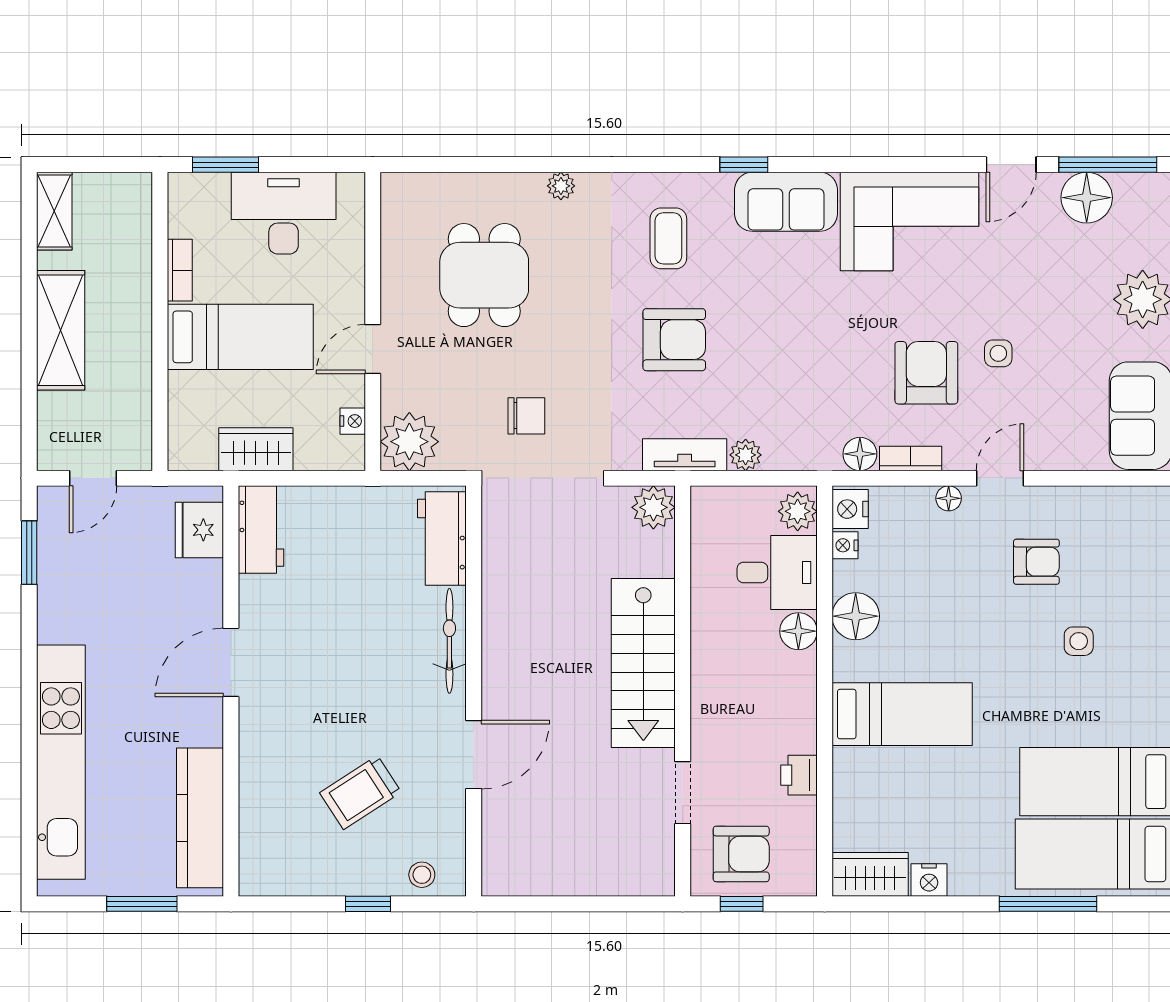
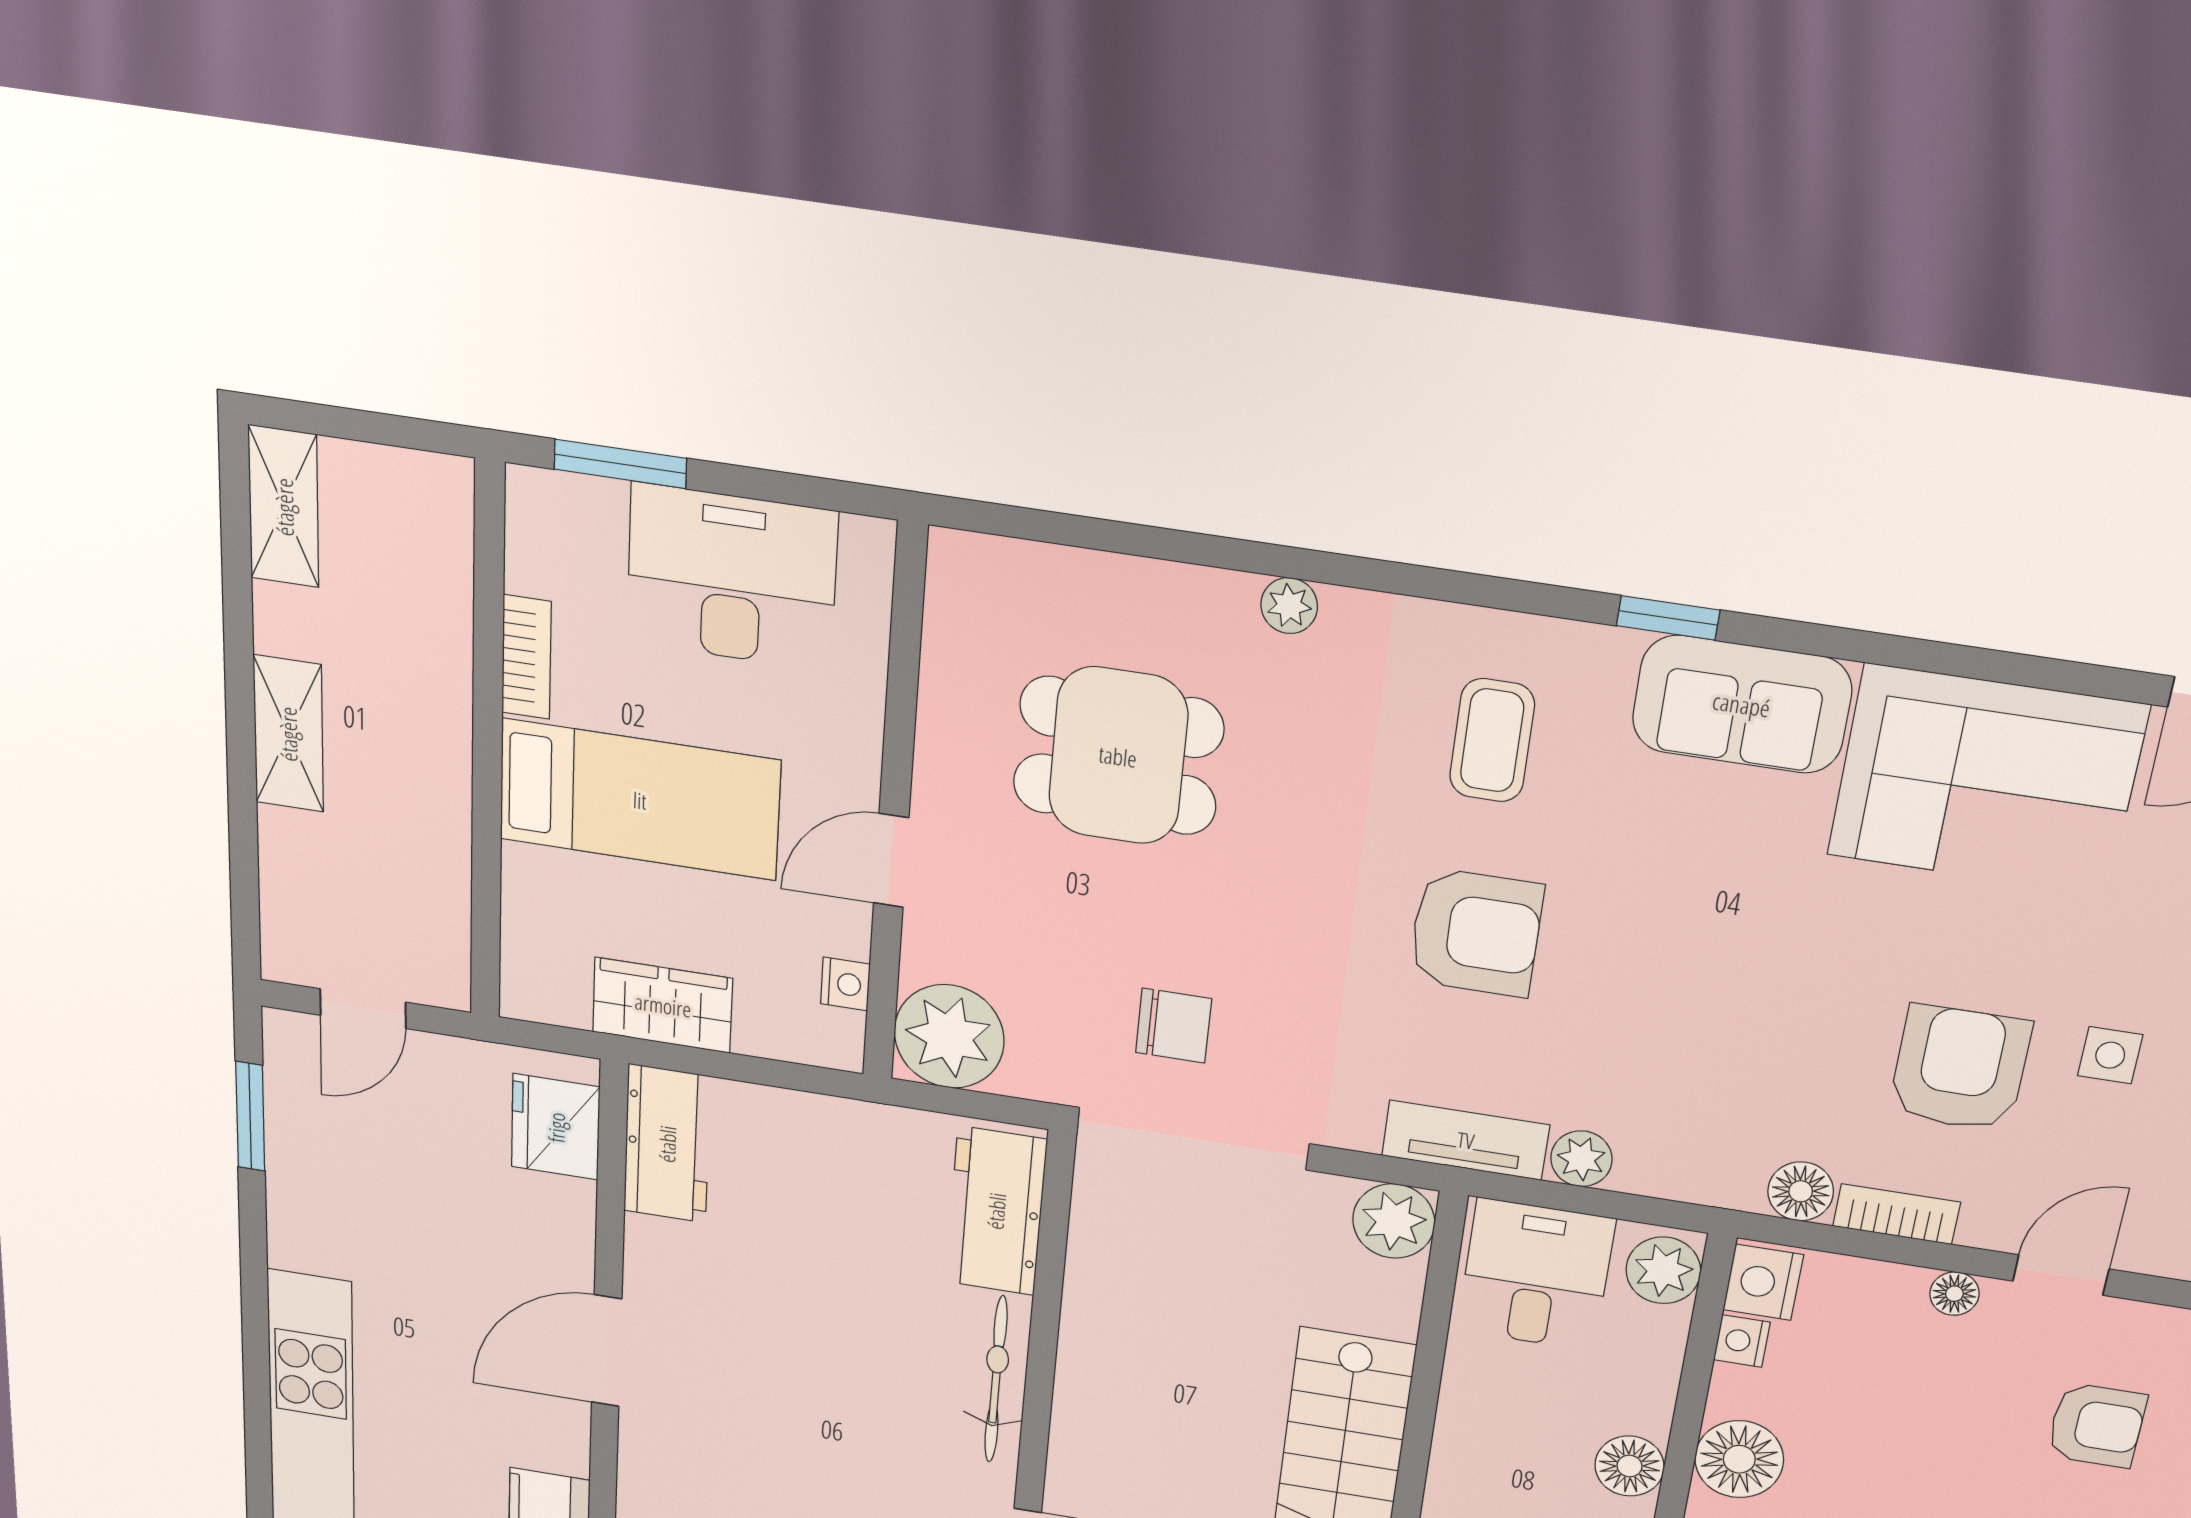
dining table: (484, 275) -> (1118, 756), turned 90
shelving: (61, 330) -> (288, 734), width x0.67, depth x0.75
desk: (777, 573) -> (1536, 1275), moved, turned -90

